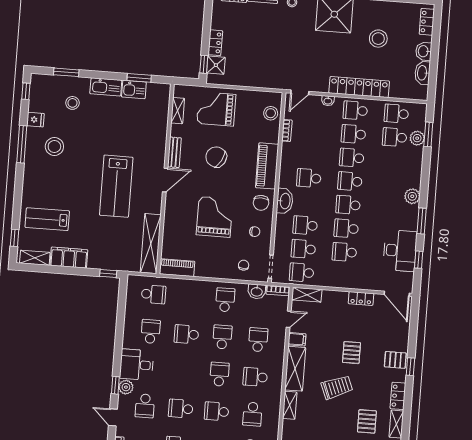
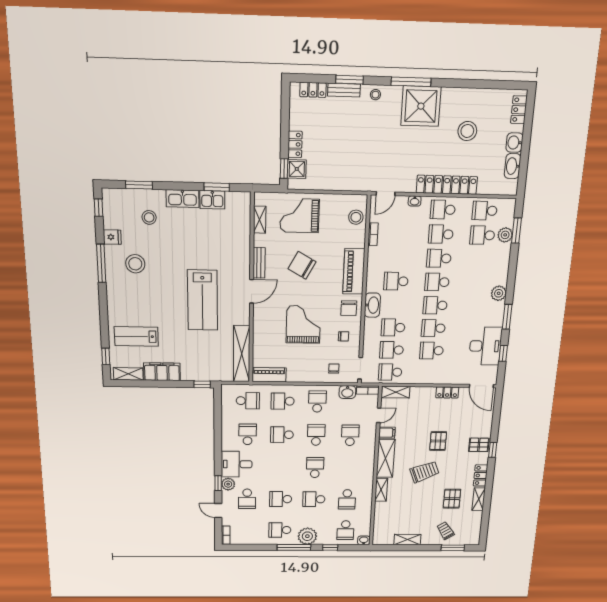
school desk: (255, 377) -> (283, 401), moved

